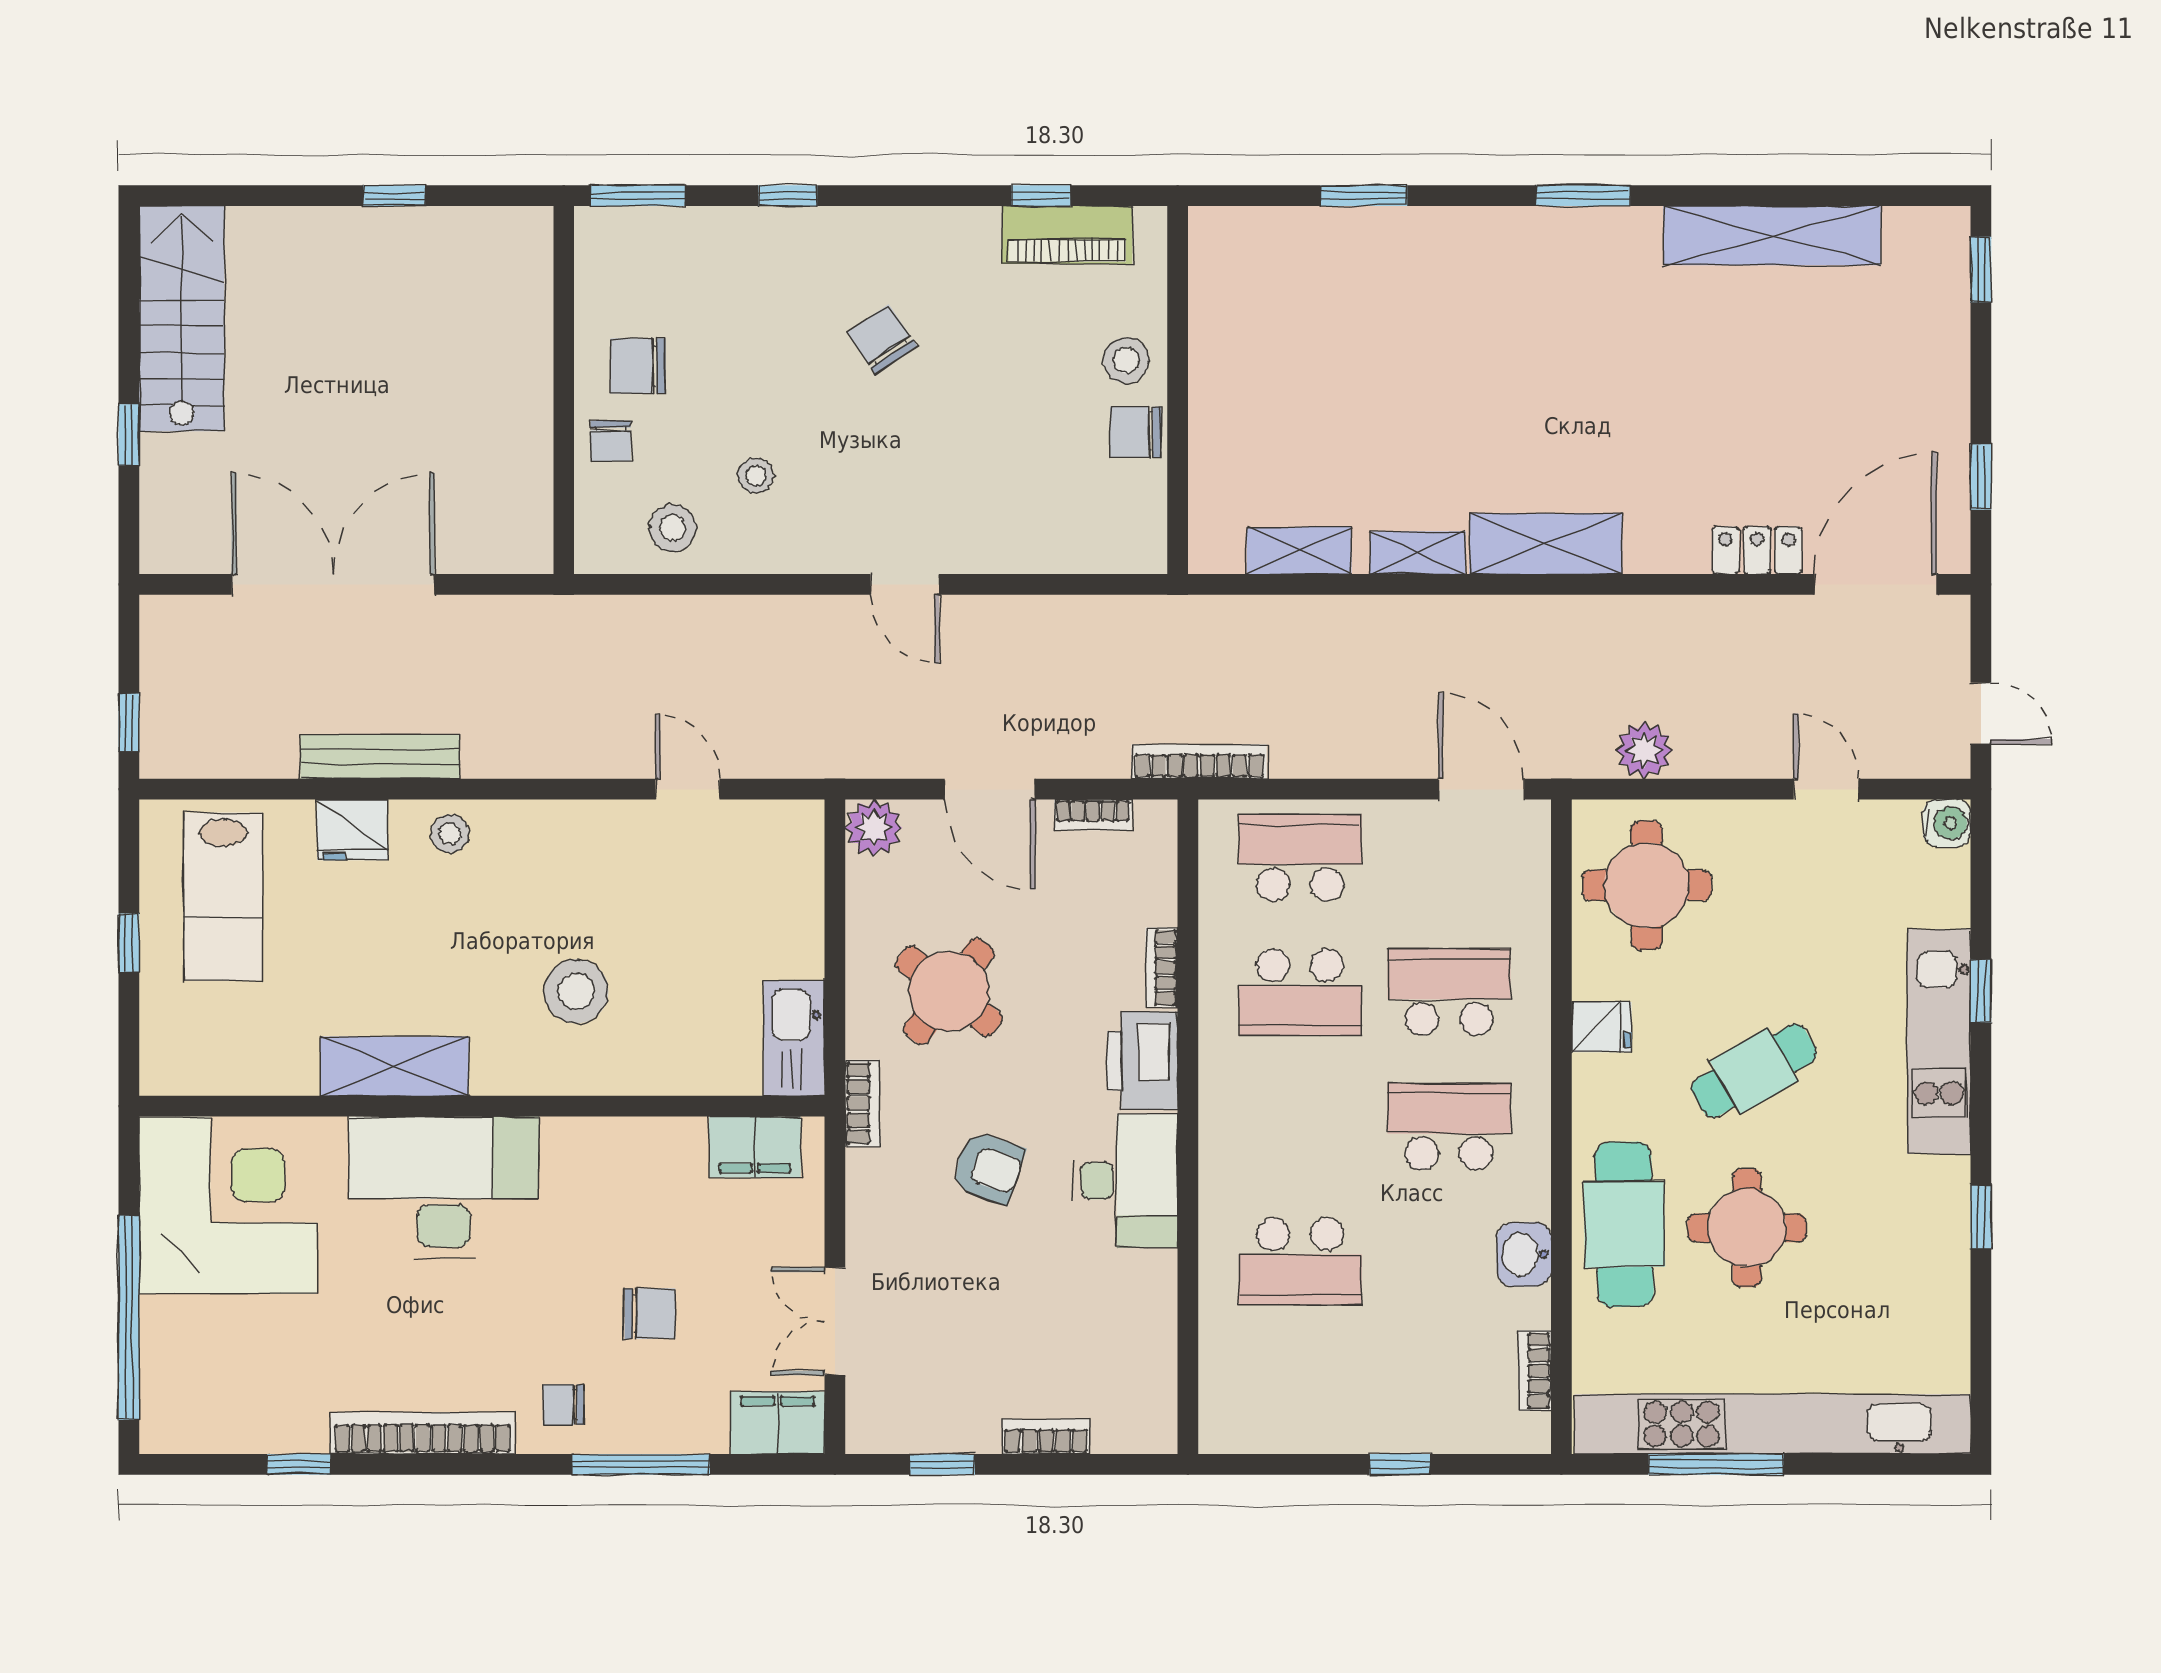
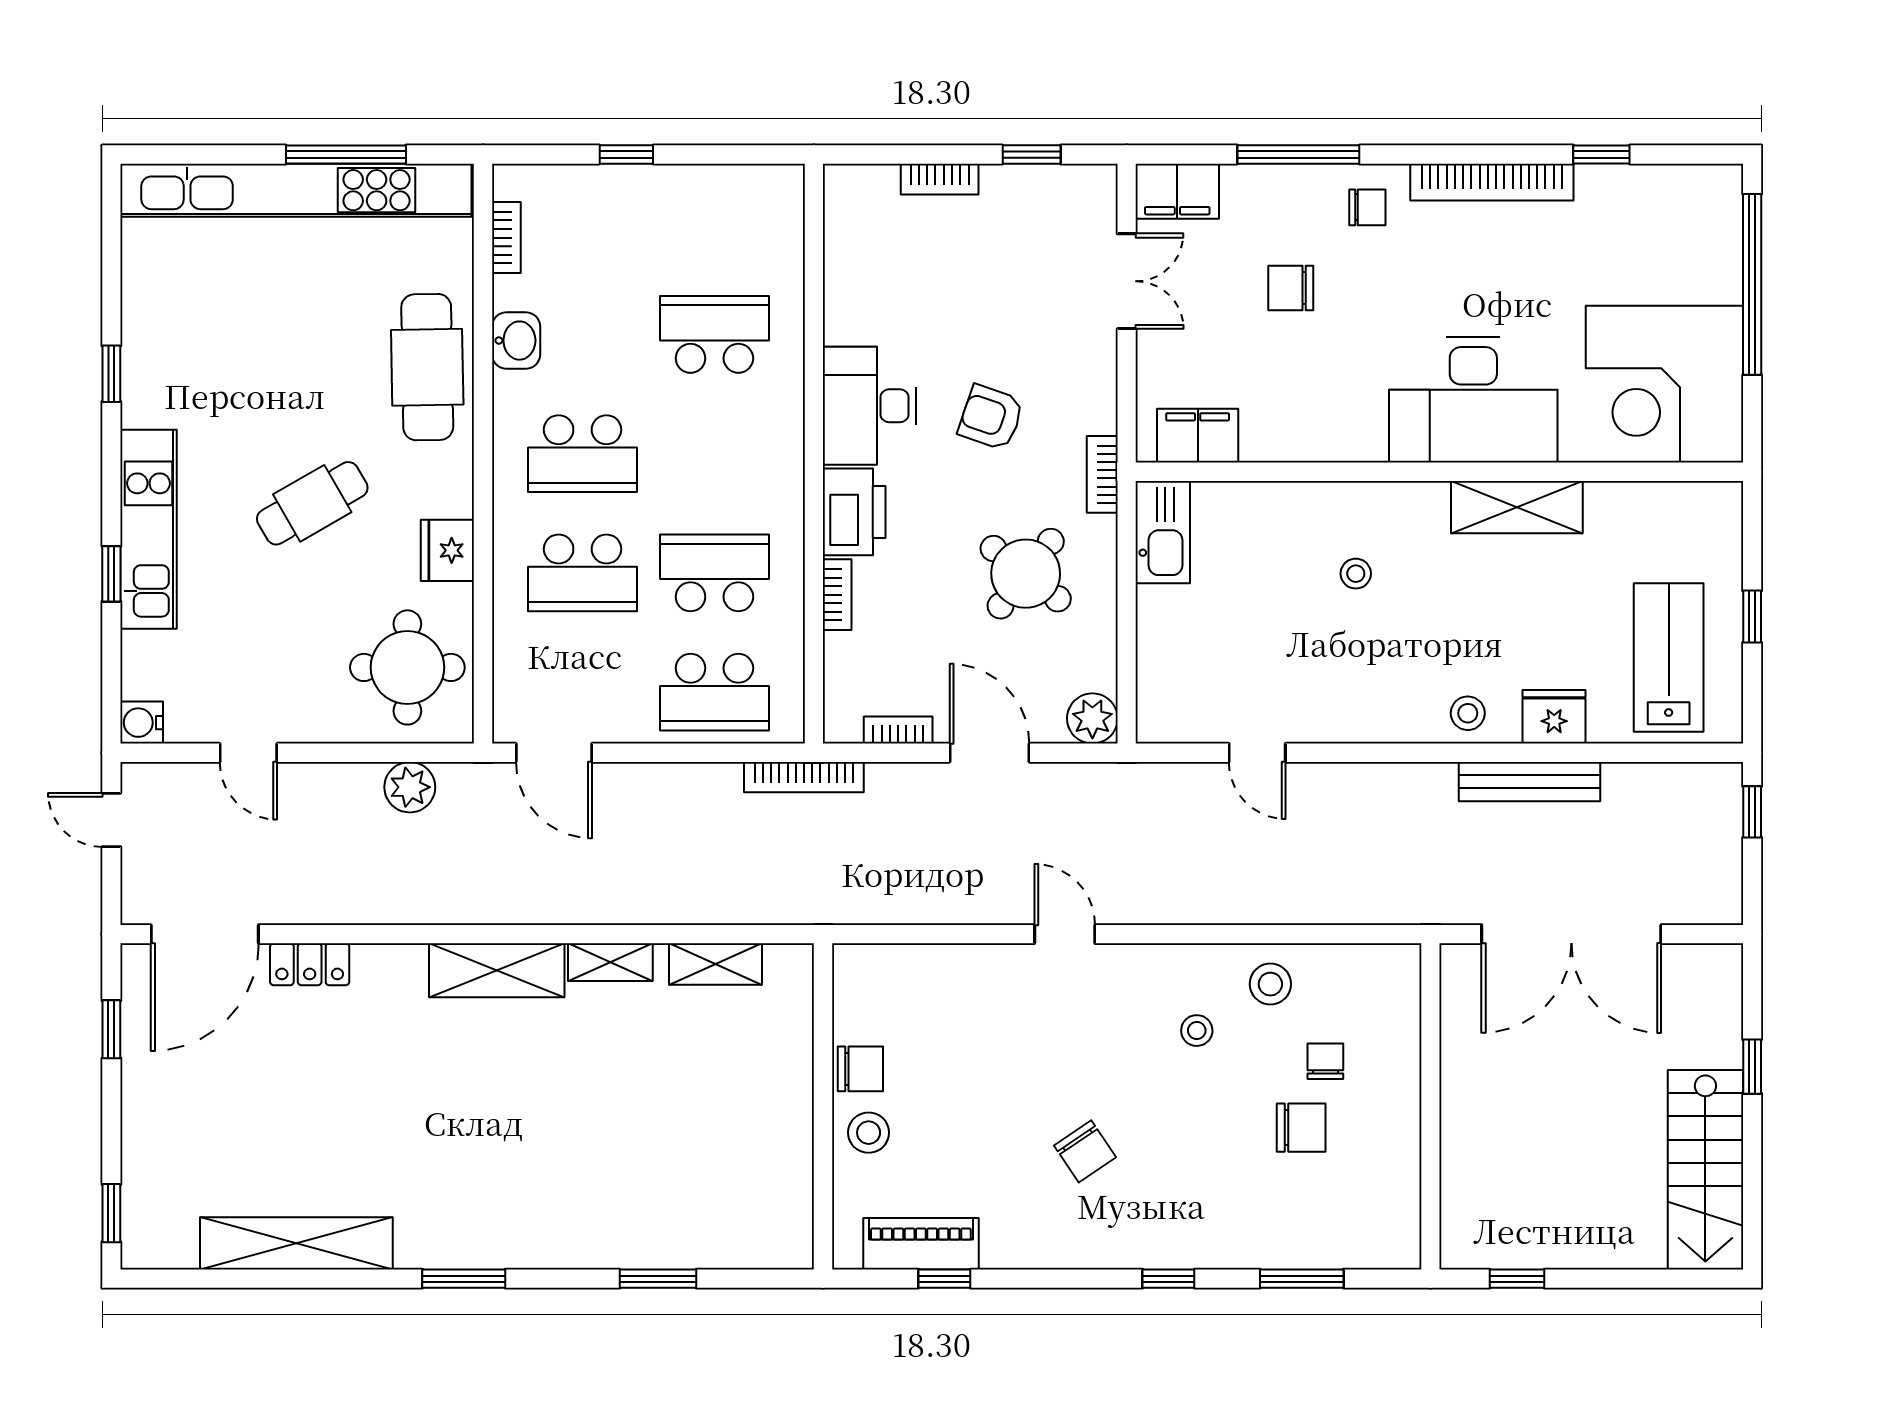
wall: (564, 390) -> (1430, 1106), moved
stool: (576, 991) -> (1356, 574), width x0.53, depth x0.53
fridge: (1601, 1027) -> (447, 550), width x1.38
round table: (1747, 1228) -> (319, 364), removed

